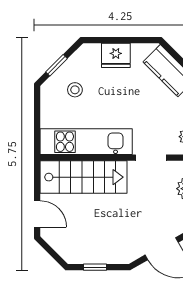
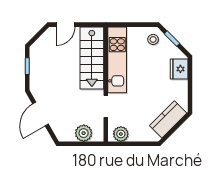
fridge: (116, 55) -> (179, 69), moved
stool: (75, 90) -> (153, 39), moved

